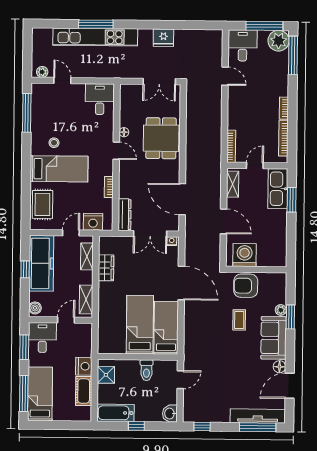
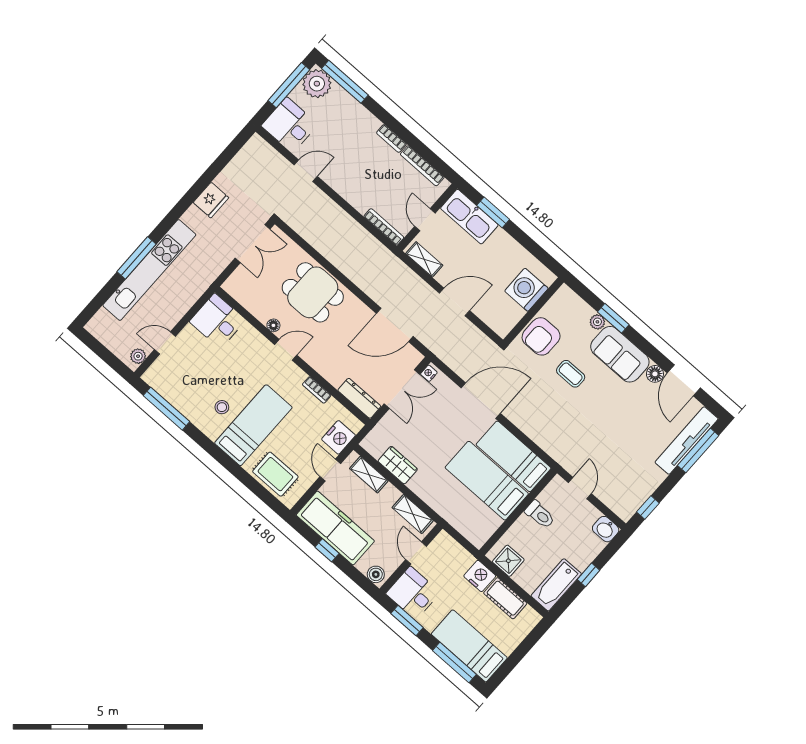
washing machine: (245, 255) -> (526, 290), moved

